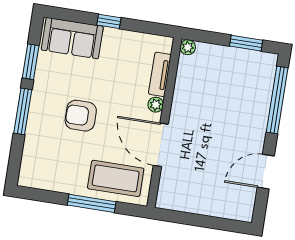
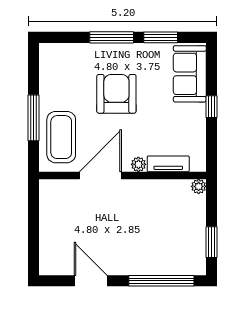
armchair: (81, 116) -> (116, 94), width x1.36, depth x1.36

